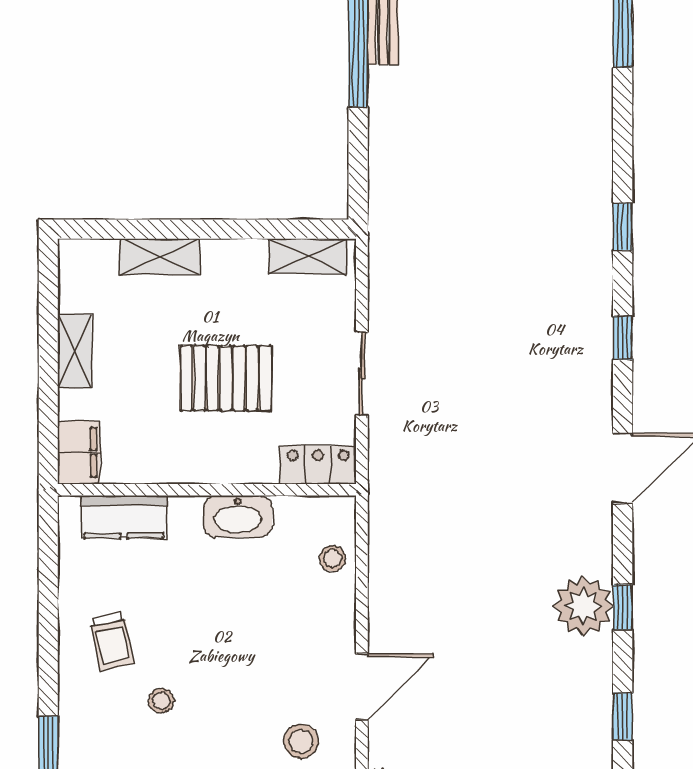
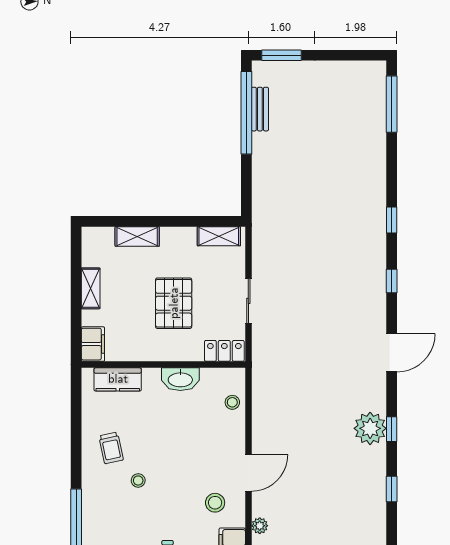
pallet: (226, 378) -> (174, 303), turned 90

